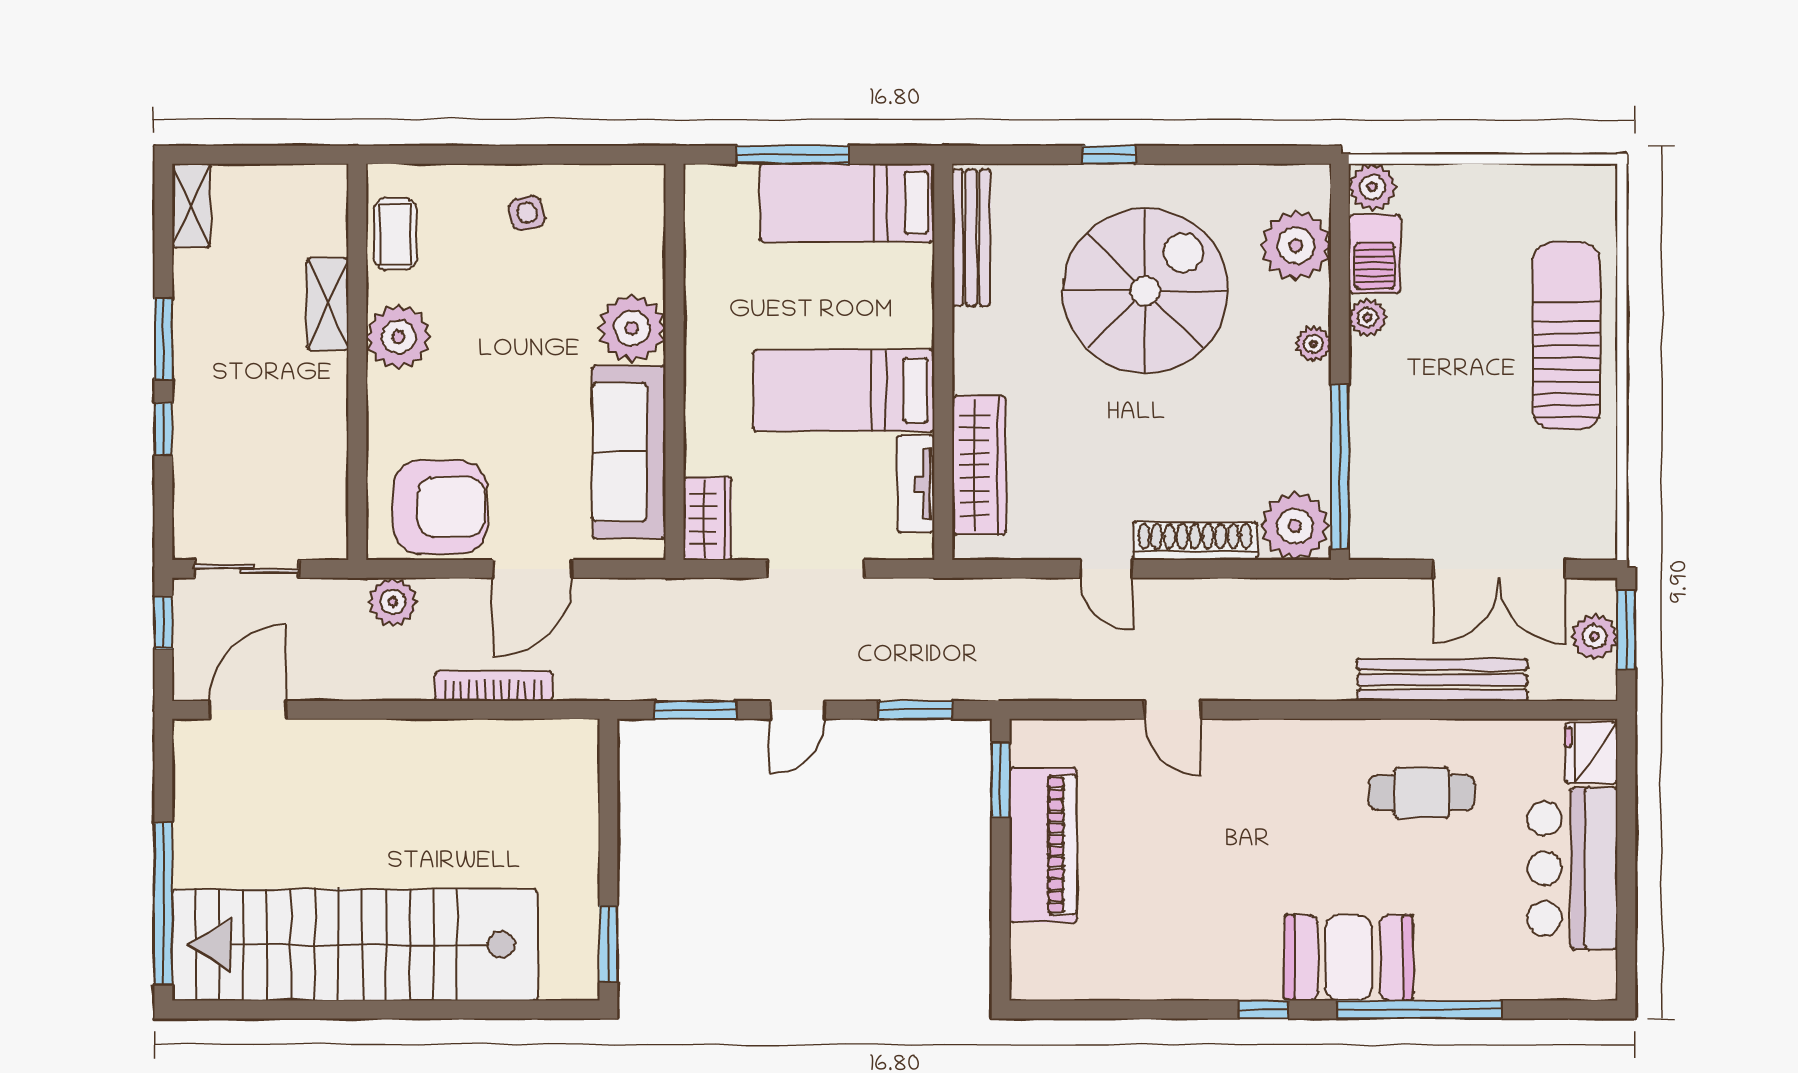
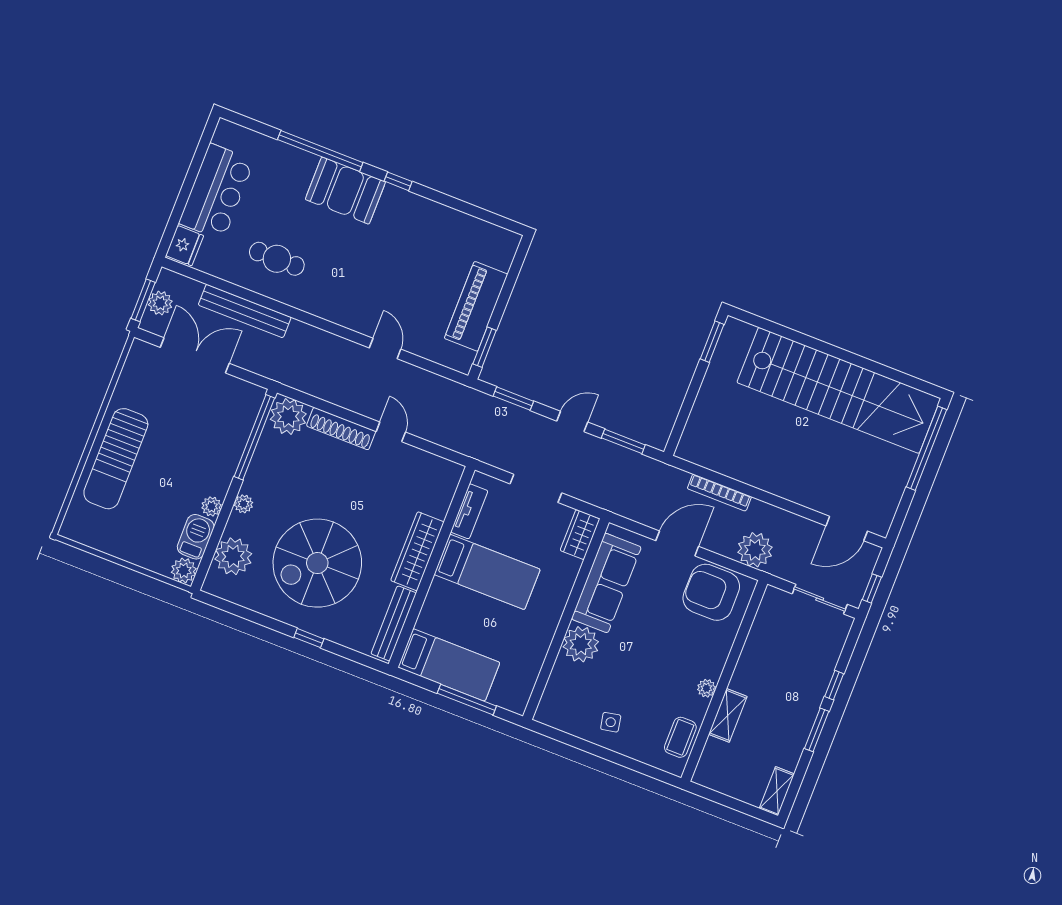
plant: (398, 337) -> (706, 688), width x0.53, depth x0.53
wardrobe: (979, 465) -> (417, 551), moved
plant: (393, 602) -> (755, 550), width x1.36, depth x1.36

